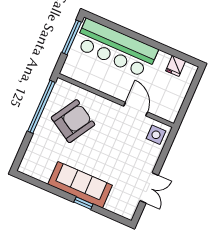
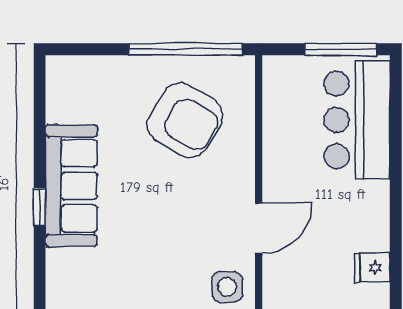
bar counter: (116, 48) -> (357, 120), width x0.73

